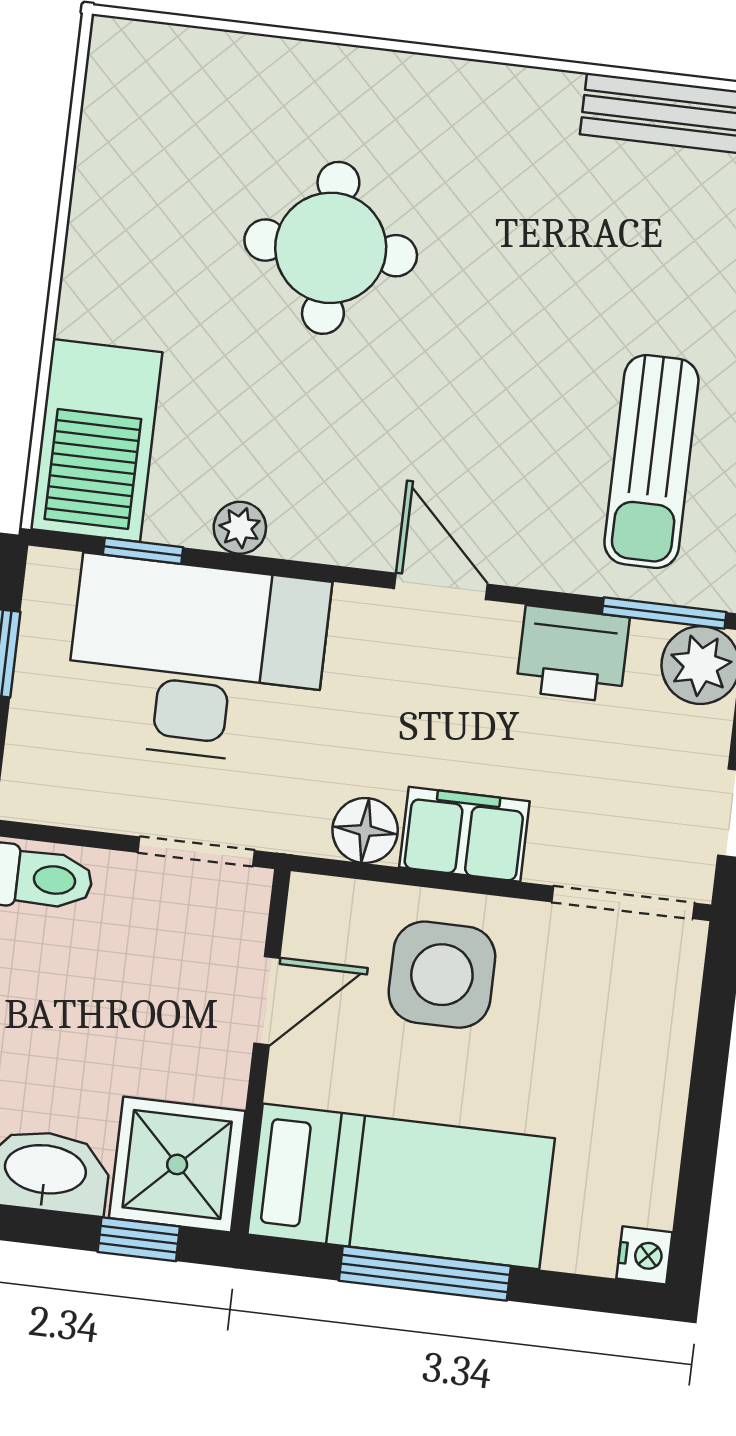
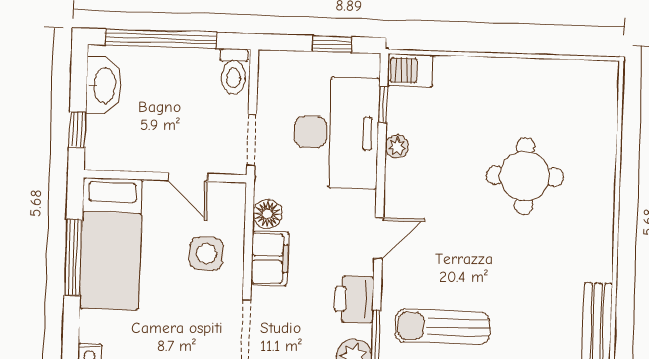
barbecue: (96, 441) -> (410, 70), width x0.53, depth x0.65
side table: (442, 975) -> (206, 254), width x0.73, depth x0.73
shower: (177, 1164) -> (112, 143), removed

